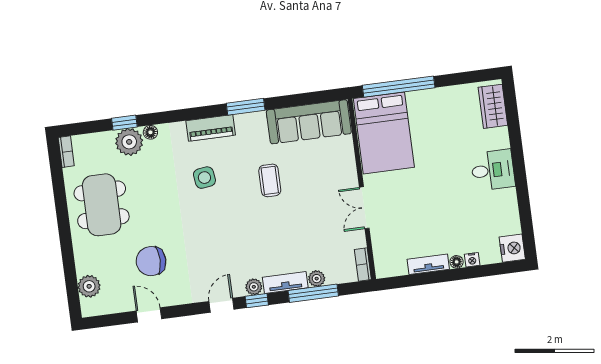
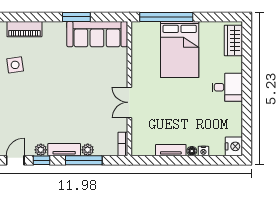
window: (246, 107) -> (76, 17), moved
bed: (384, 133) -> (180, 49), moved
coffee table: (270, 180) -> (63, 73), removed

